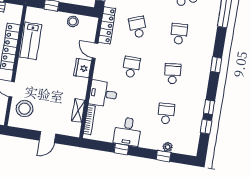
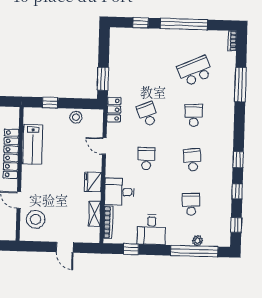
locker: (107, 25) -> (114, 110), width x0.66
window: (216, 65) -> (238, 160), moved
fridge: (83, 68) -> (93, 182), moved
window: (206, 127) -> (236, 225), moved
door: (48, 137) -> (65, 247), hinge flipped
window: (121, 149) -> (131, 249), moved
window: (164, 156) -> (194, 251), width x3.17

